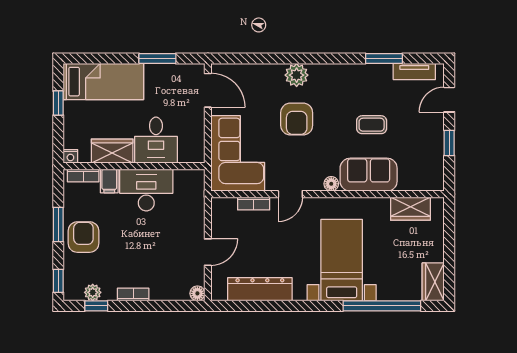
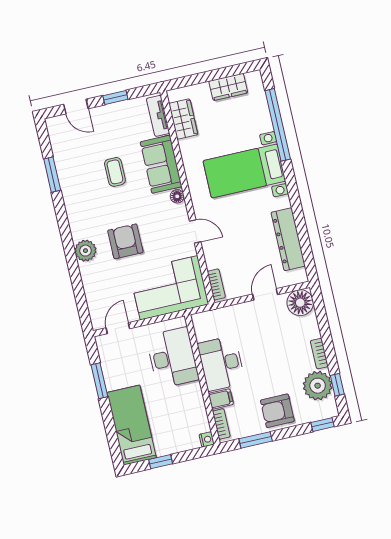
tv unit: (414, 72) -> (158, 116), moved, turned 180
door: (208, 90) -> (118, 328), width x0.73
armchair: (297, 119) -> (125, 241), turned -90
desk: (156, 140) -> (172, 358), width x1.37
wardrobe: (112, 151) -> (193, 403), removed
bookcase: (254, 204) -> (216, 284), moved
window: (58, 224) -> (256, 440), moved
door: (208, 252) -> (265, 294), hinge flipped
wardrobe: (433, 282) -> (228, 87), moved
plant: (93, 292) -> (318, 386), width x1.88, depth x1.88
floor lamp: (197, 293) -> (300, 303), width x1.89, depth x1.89

